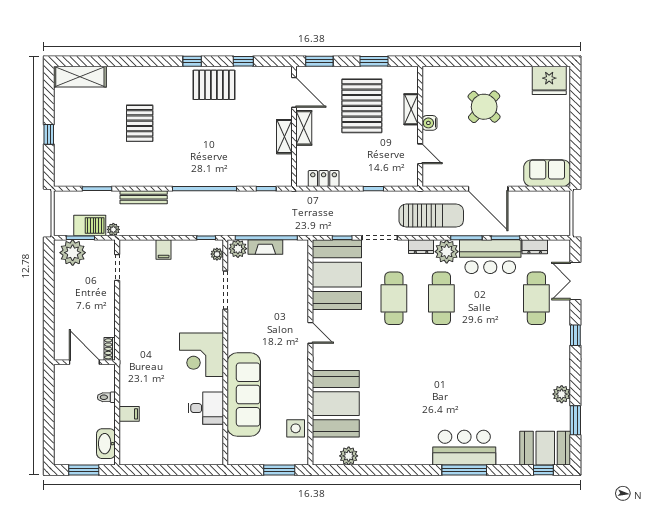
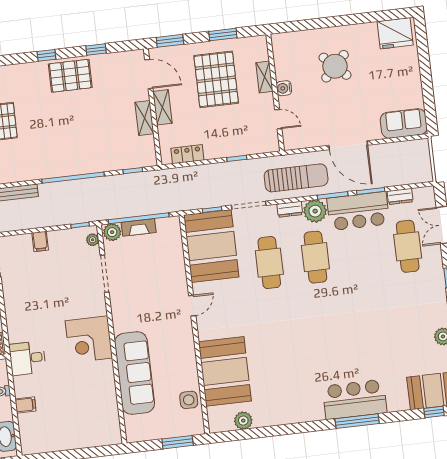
door: (310, 333) -> (192, 306), hinge flipped
desk: (206, 408) -> (27, 358), moved, turned 180

